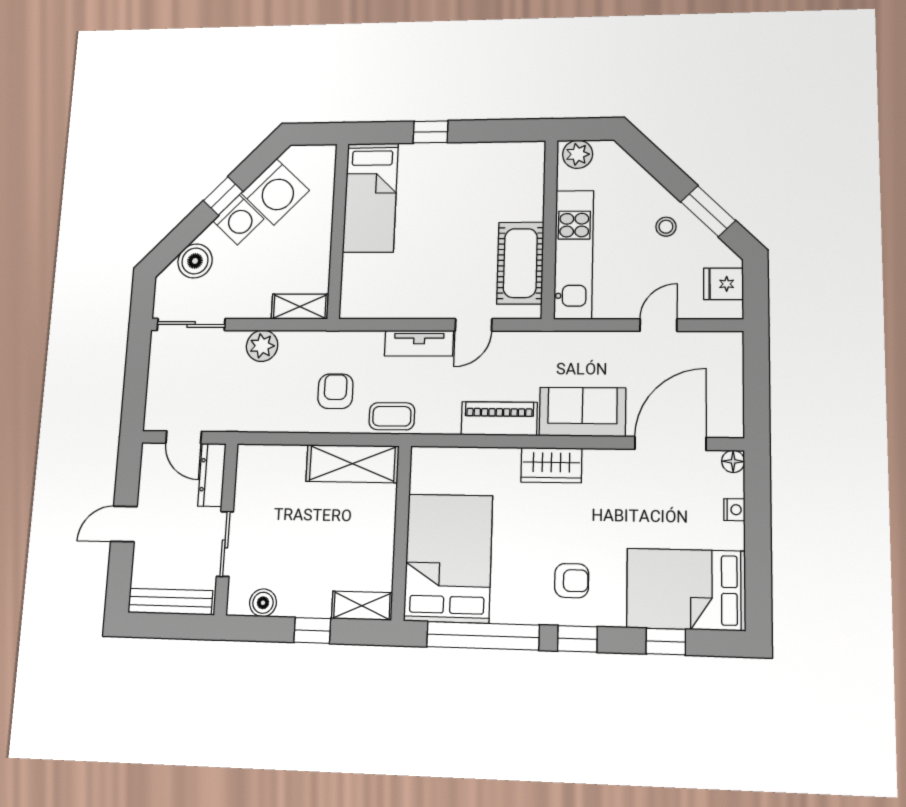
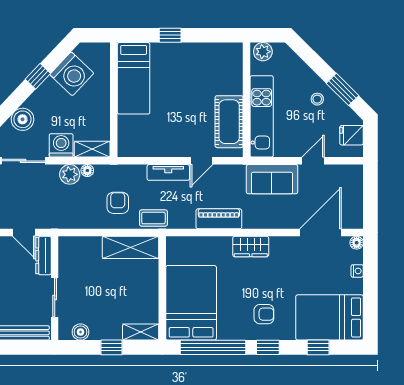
washing machine: (238, 220) -> (61, 145), moved, turned -133
floor lamp: (290, 340) -> (87, 171), added
sofa: (582, 412) -> (272, 179), moved, turned 180

